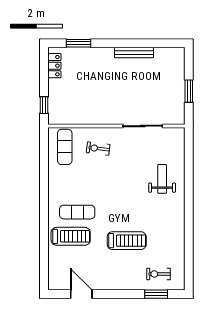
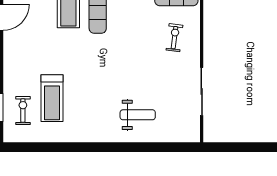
window: (189, 91) -> (244, 147), removed
treadmill: (127, 241) -> (52, 98), moved

